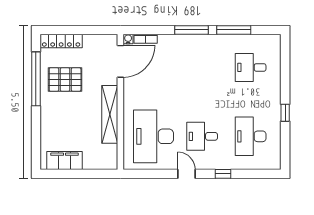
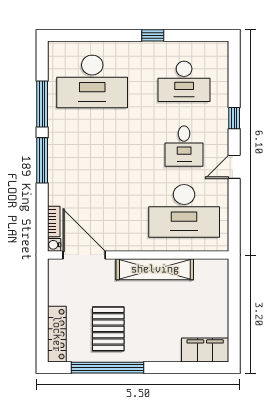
desk: (251, 67) -> (92, 81), width x1.87, depth x1.30
filing cabinet: (64, 161) -> (205, 350), moved, turned 90

